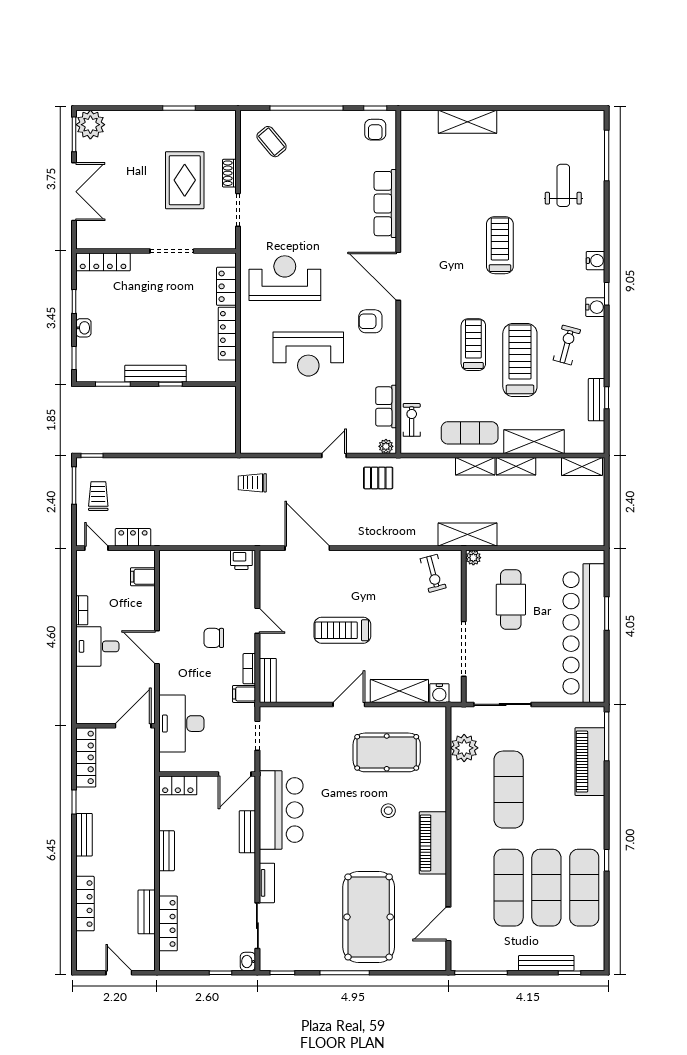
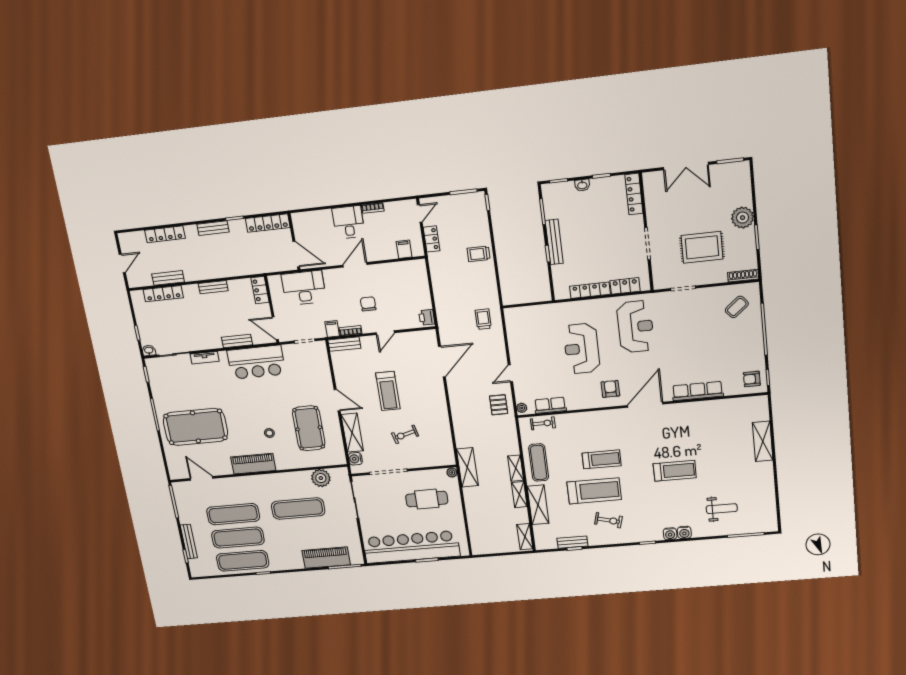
plant: (90, 125) -> (743, 218), moved
shoe rack: (229, 173) -> (743, 276), moved, width x1.43
water cooler: (595, 307) -> (684, 532), moved
door: (334, 456) -> (510, 373), swing flipped
trolley: (98, 496) -> (479, 254), moved, turned 180
exercise bike: (433, 573) -> (405, 434), moved
treadmill: (342, 630) -> (388, 391), turned 180

